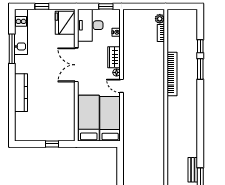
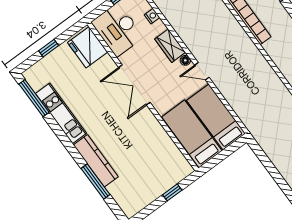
kitchen unit: (21, 32) -> (61, 113), moved
window: (12, 49) -> (34, 98), moved
window: (12, 105) -> (95, 182), added

